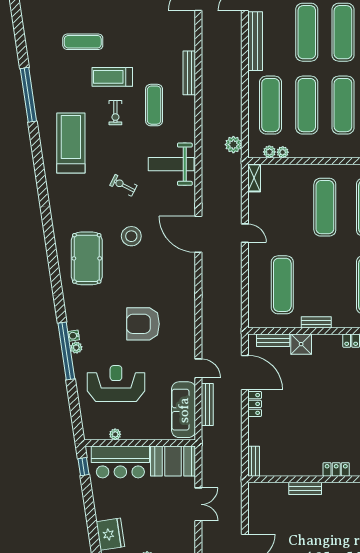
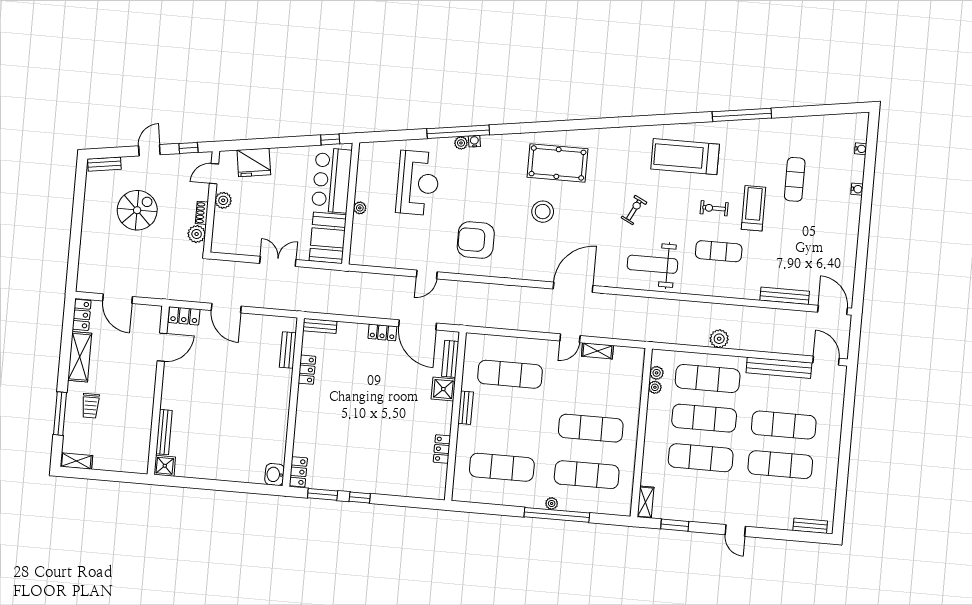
bench: (189, 73) -> (785, 296), moved
treadmill: (71, 143) -> (685, 157), turned 180
plant: (233, 145) -> (719, 339), moved
weight bench: (171, 164) -> (652, 264), turned -90
shelving: (254, 178) -> (597, 351), moved
stool: (131, 236) -> (543, 212), moved
armchair: (143, 324) -> (476, 240), moved, turned -90
door: (245, 373) -> (418, 325), hinge flipped
bench: (207, 404) -> (386, 281), removed
sofa: (184, 410) -> (383, 254), removed
plant: (115, 434) -> (360, 208), moved
locker: (336, 469) -> (307, 370), moved
bench: (305, 488) -> (288, 350), moved
double door: (198, 504) -> (278, 261), swing flipped

